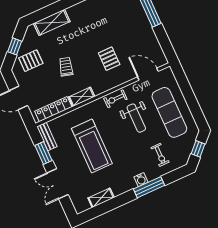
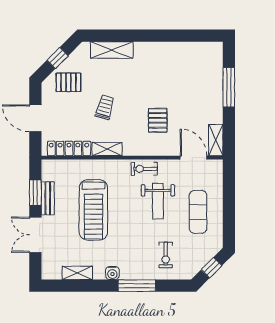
shelving: (158, 54) -> (216, 140), added
exercise mat: (169, 112) -> (198, 212), width x0.73, depth x0.69
bench: (47, 136) -> (48, 198), moved
water cooler: (141, 180) -> (112, 273), moved

